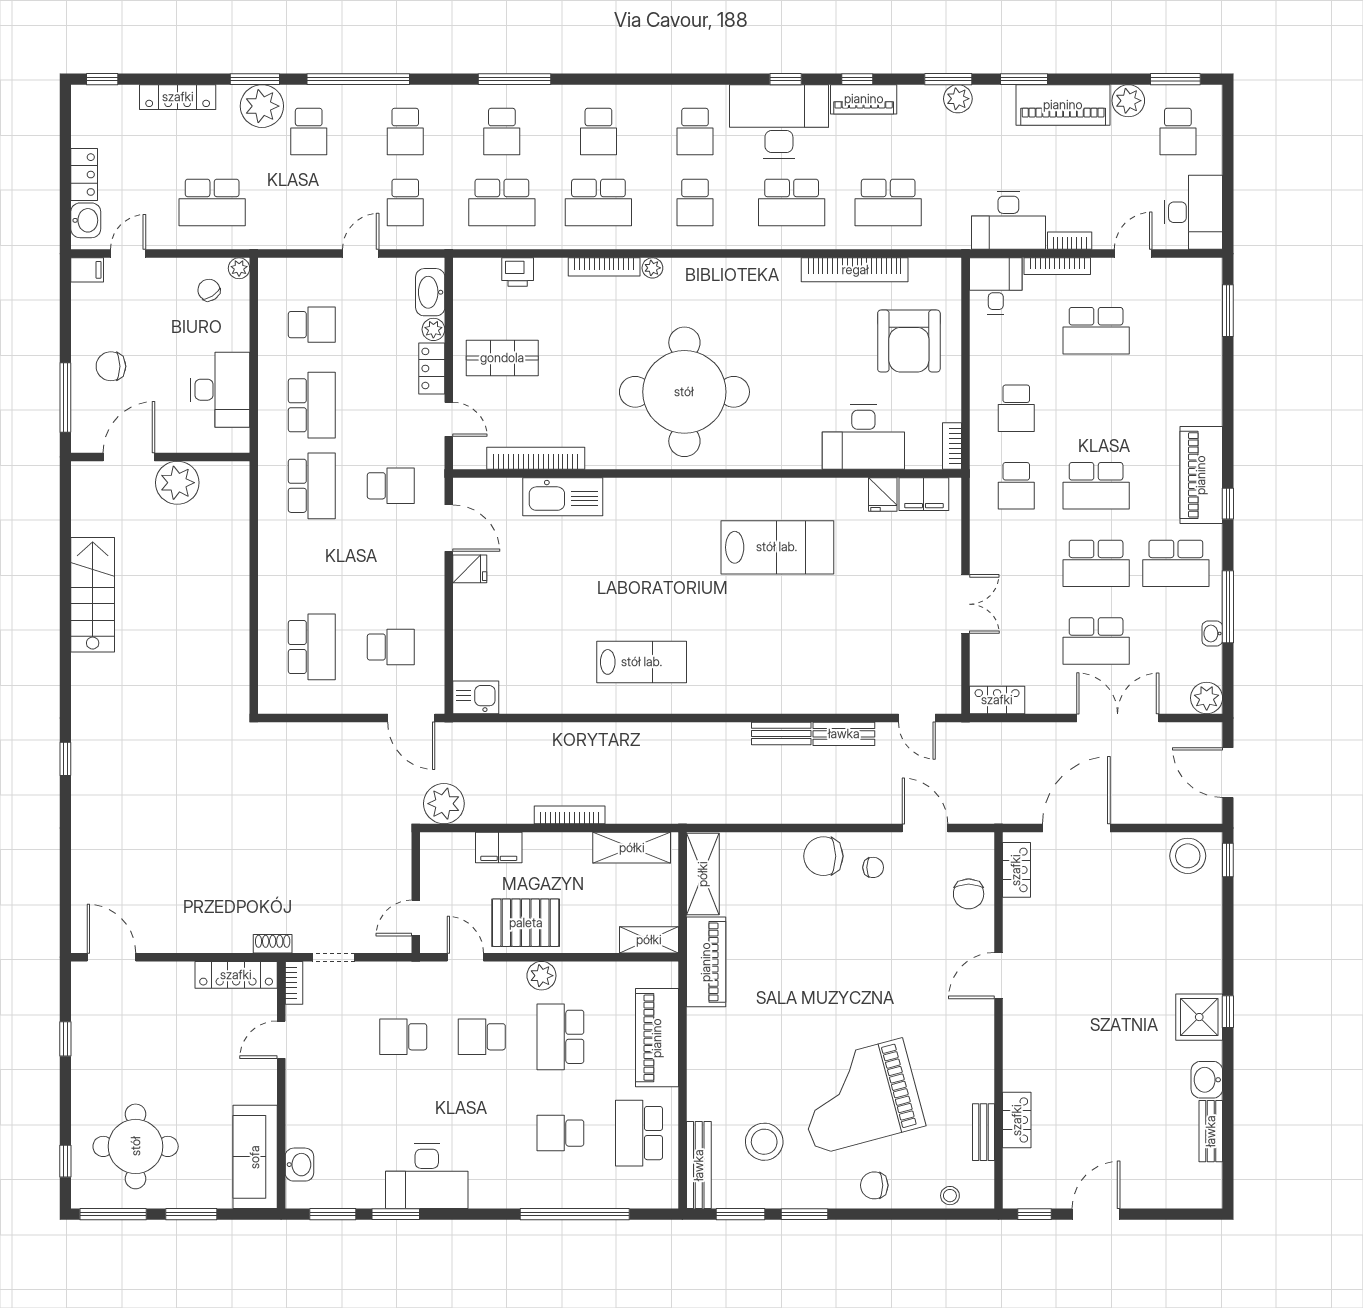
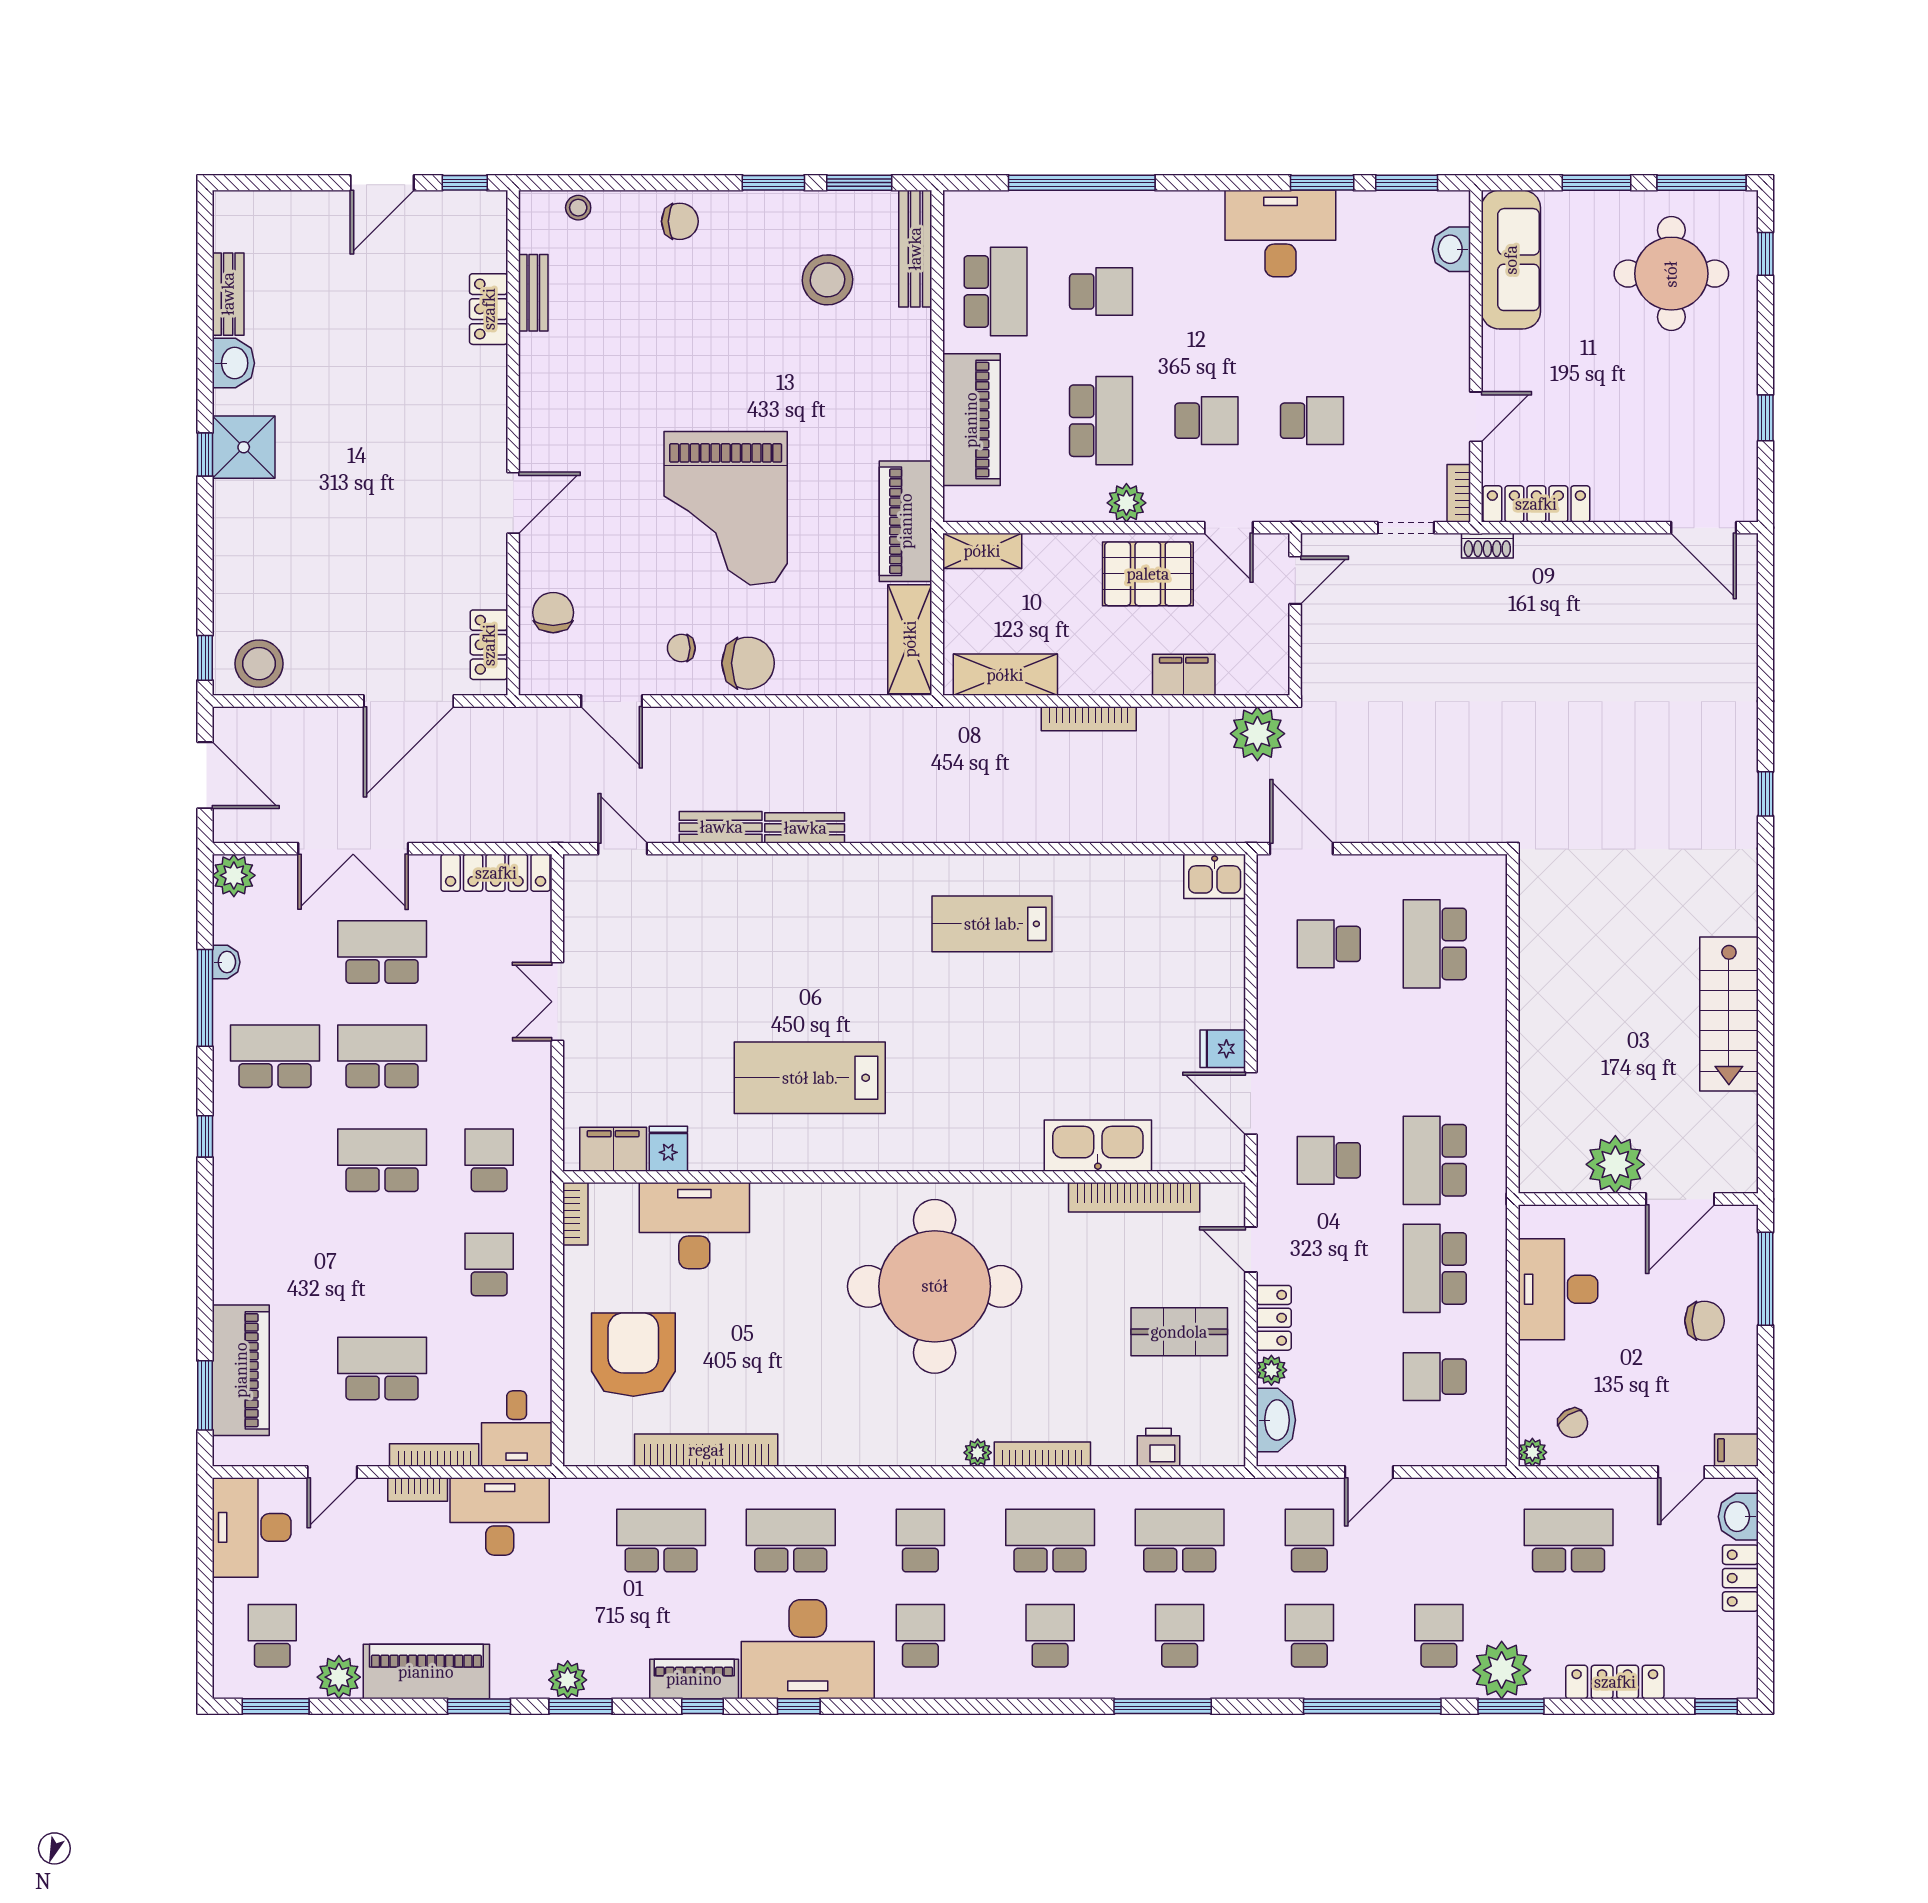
piano: (1201, 475) -> (241, 1370), moved
locker: (997, 700) -> (496, 873), width x1.53
grand piano: (859, 1097) -> (726, 508), moved, turned 105

